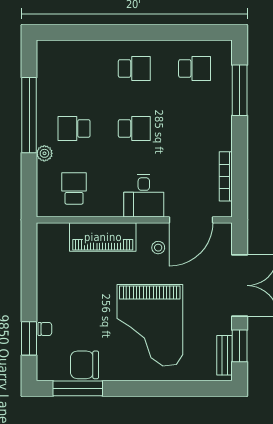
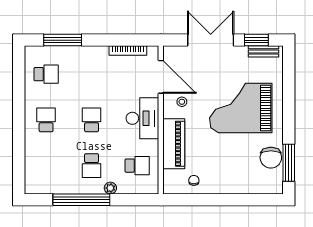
school desk: (195, 68) -> (46, 74), turned 90
school desk: (74, 188) -> (137, 166), turned 180
desk: (144, 196) -> (142, 118), width x1.37
grand piano: (150, 325) -> (241, 108), turned 180
chair: (45, 329) -> (194, 180), moved
window: (29, 338) -> (251, 200), removed

